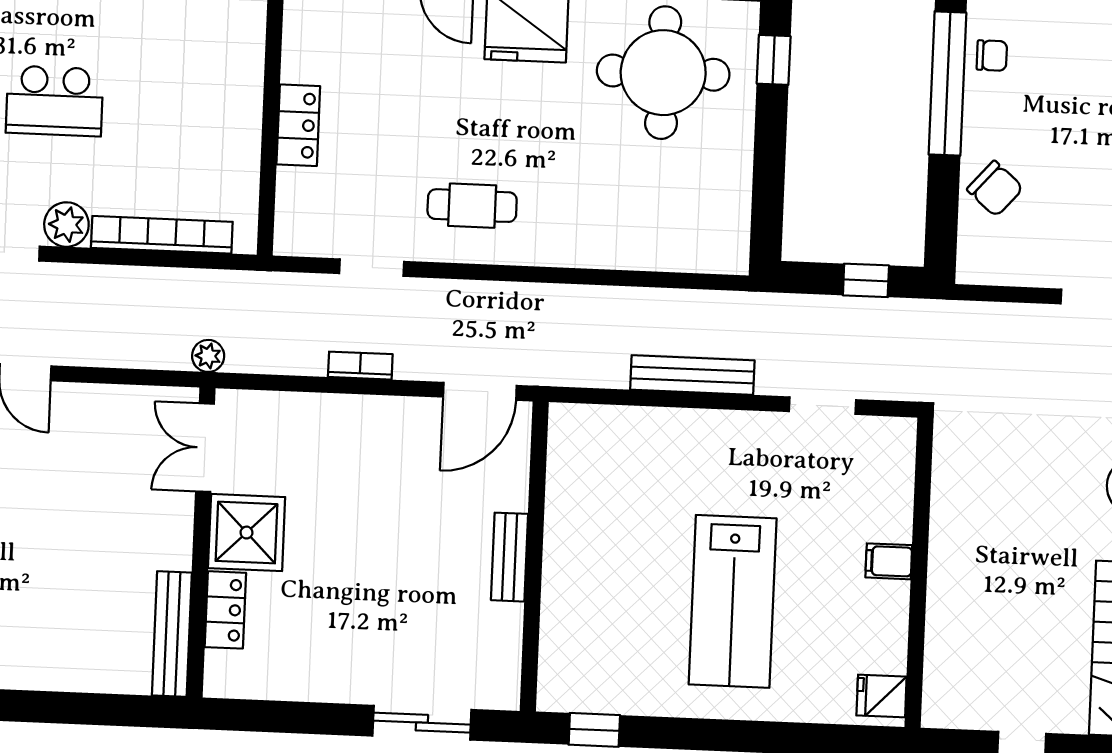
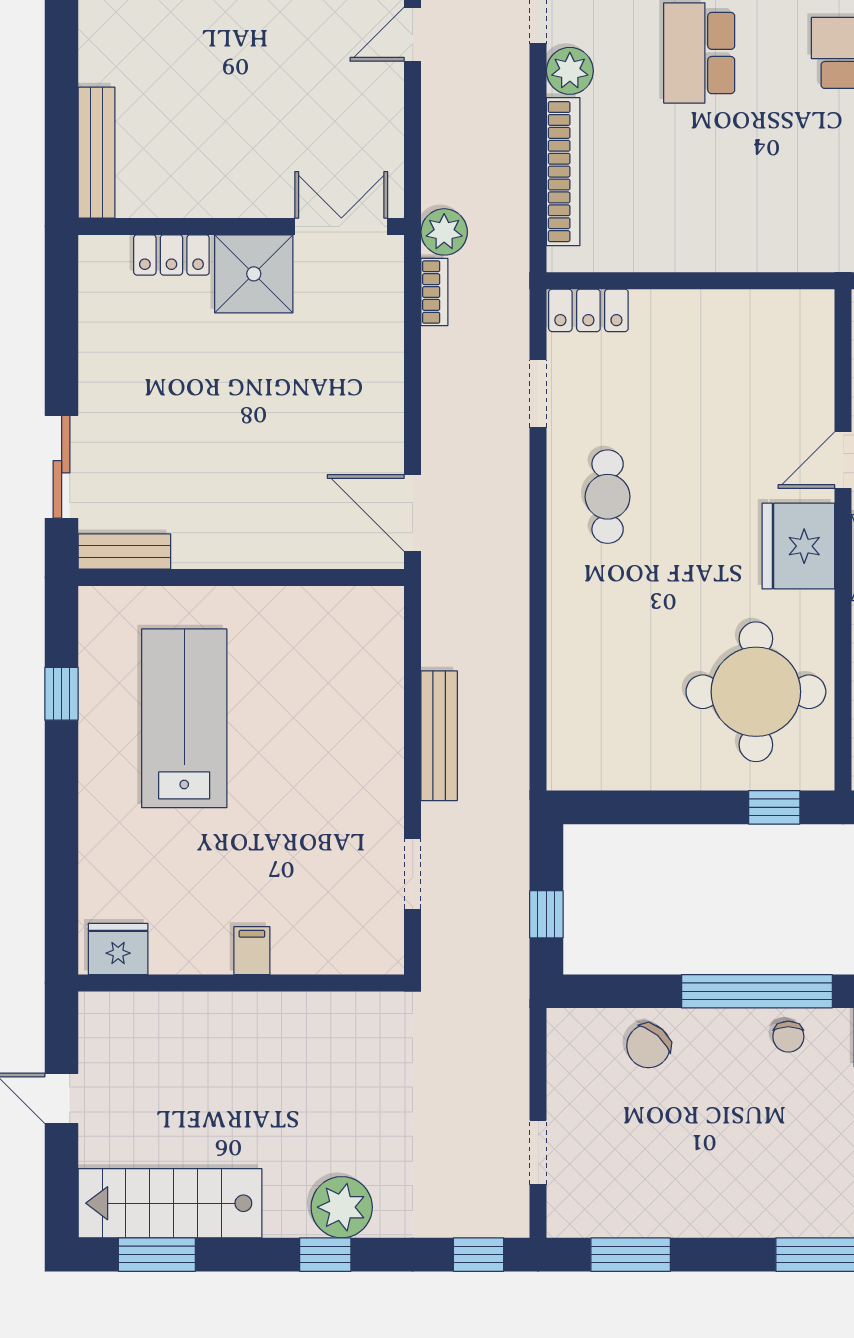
locker: (298, 125) -> (588, 310), moved
plant: (208, 356) -> (444, 232), width x1.38, depth x1.38
bookcase: (360, 366) -> (434, 292), moved
bench: (510, 557) -> (124, 552), moved
lab bench: (733, 601) -> (184, 718), moved, turned 90
bench: (172, 634) -> (97, 153), moved, turned 90
fridge: (882, 696) -> (118, 949), width x1.38
window: (594, 730) -> (62, 694), moved

